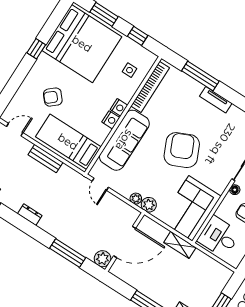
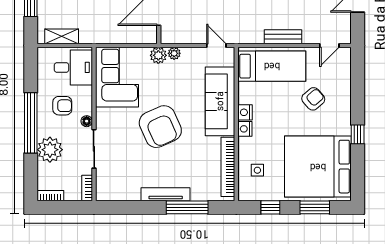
tv unit: (216, 100) -> (166, 194), width x1.41
shelving: (180, 245) -> (62, 36), moved

